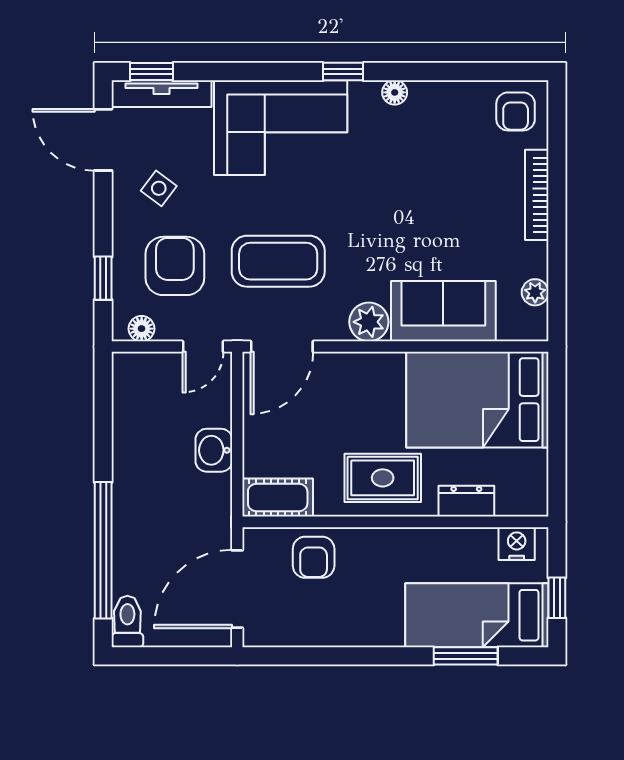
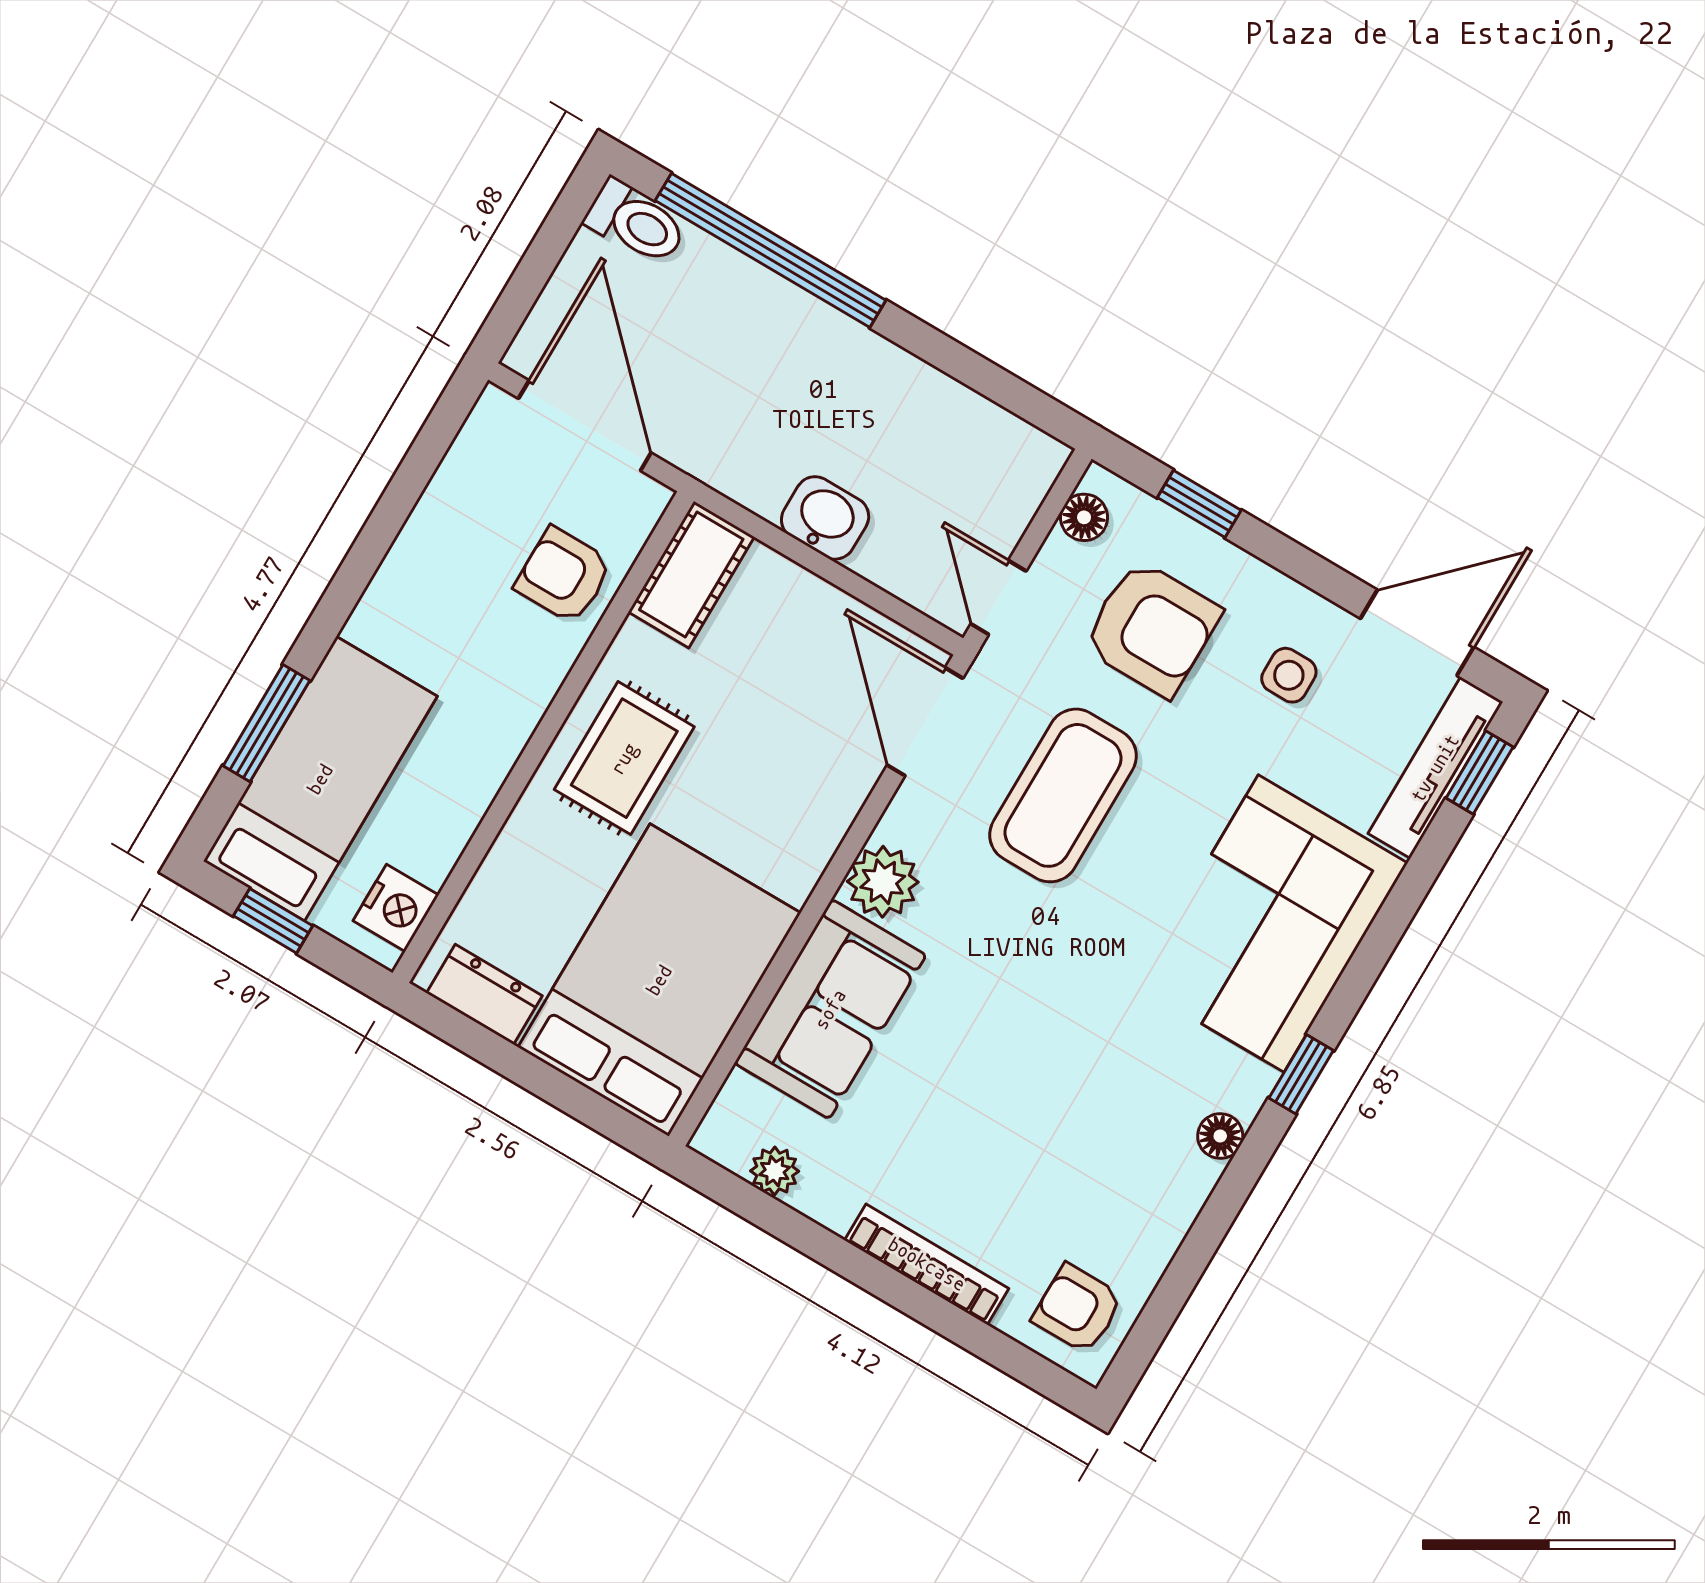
side table: (159, 188) -> (1289, 675), turned -37
dresser: (466, 501) -> (484, 994), moved, turned -90

